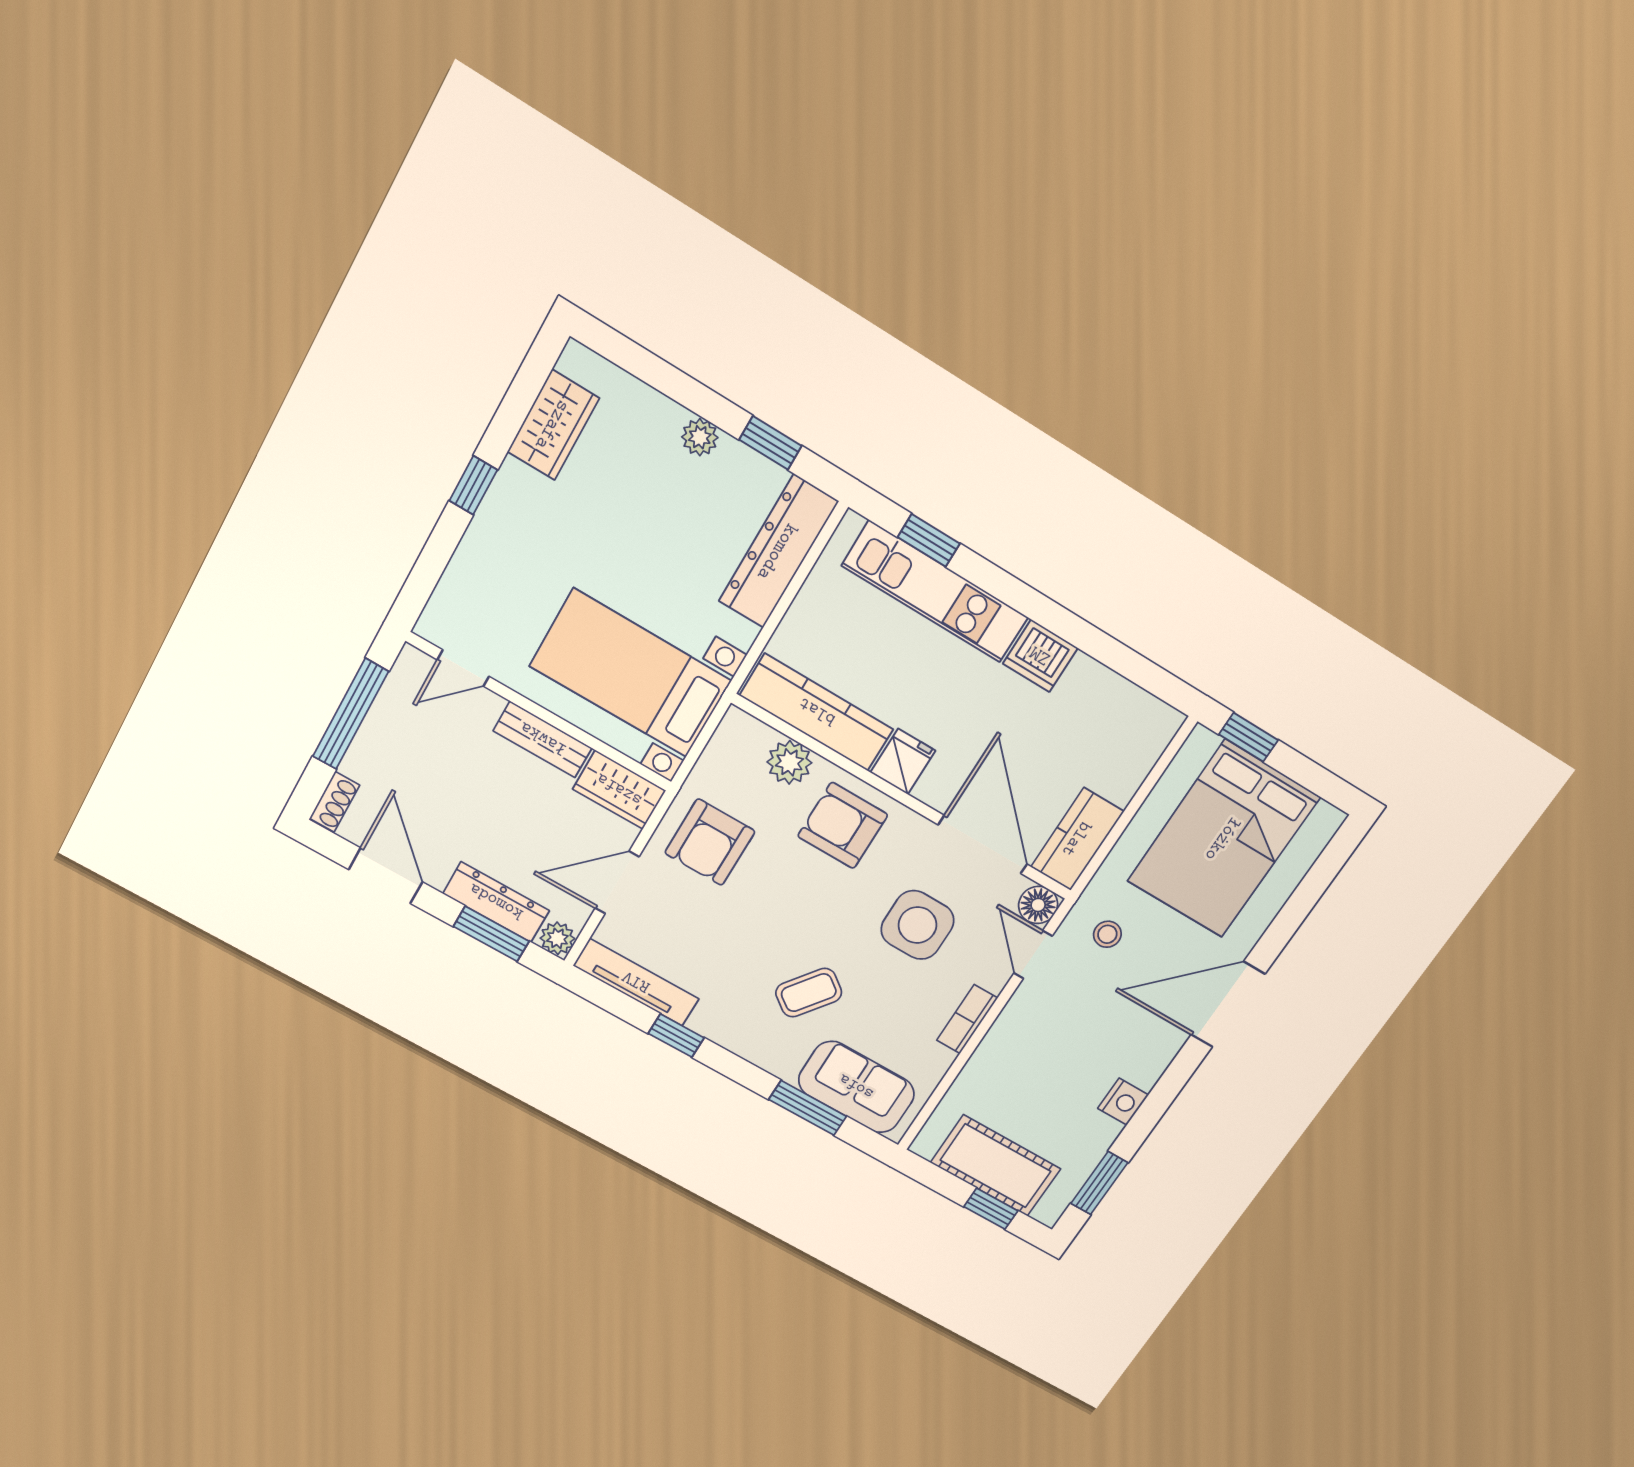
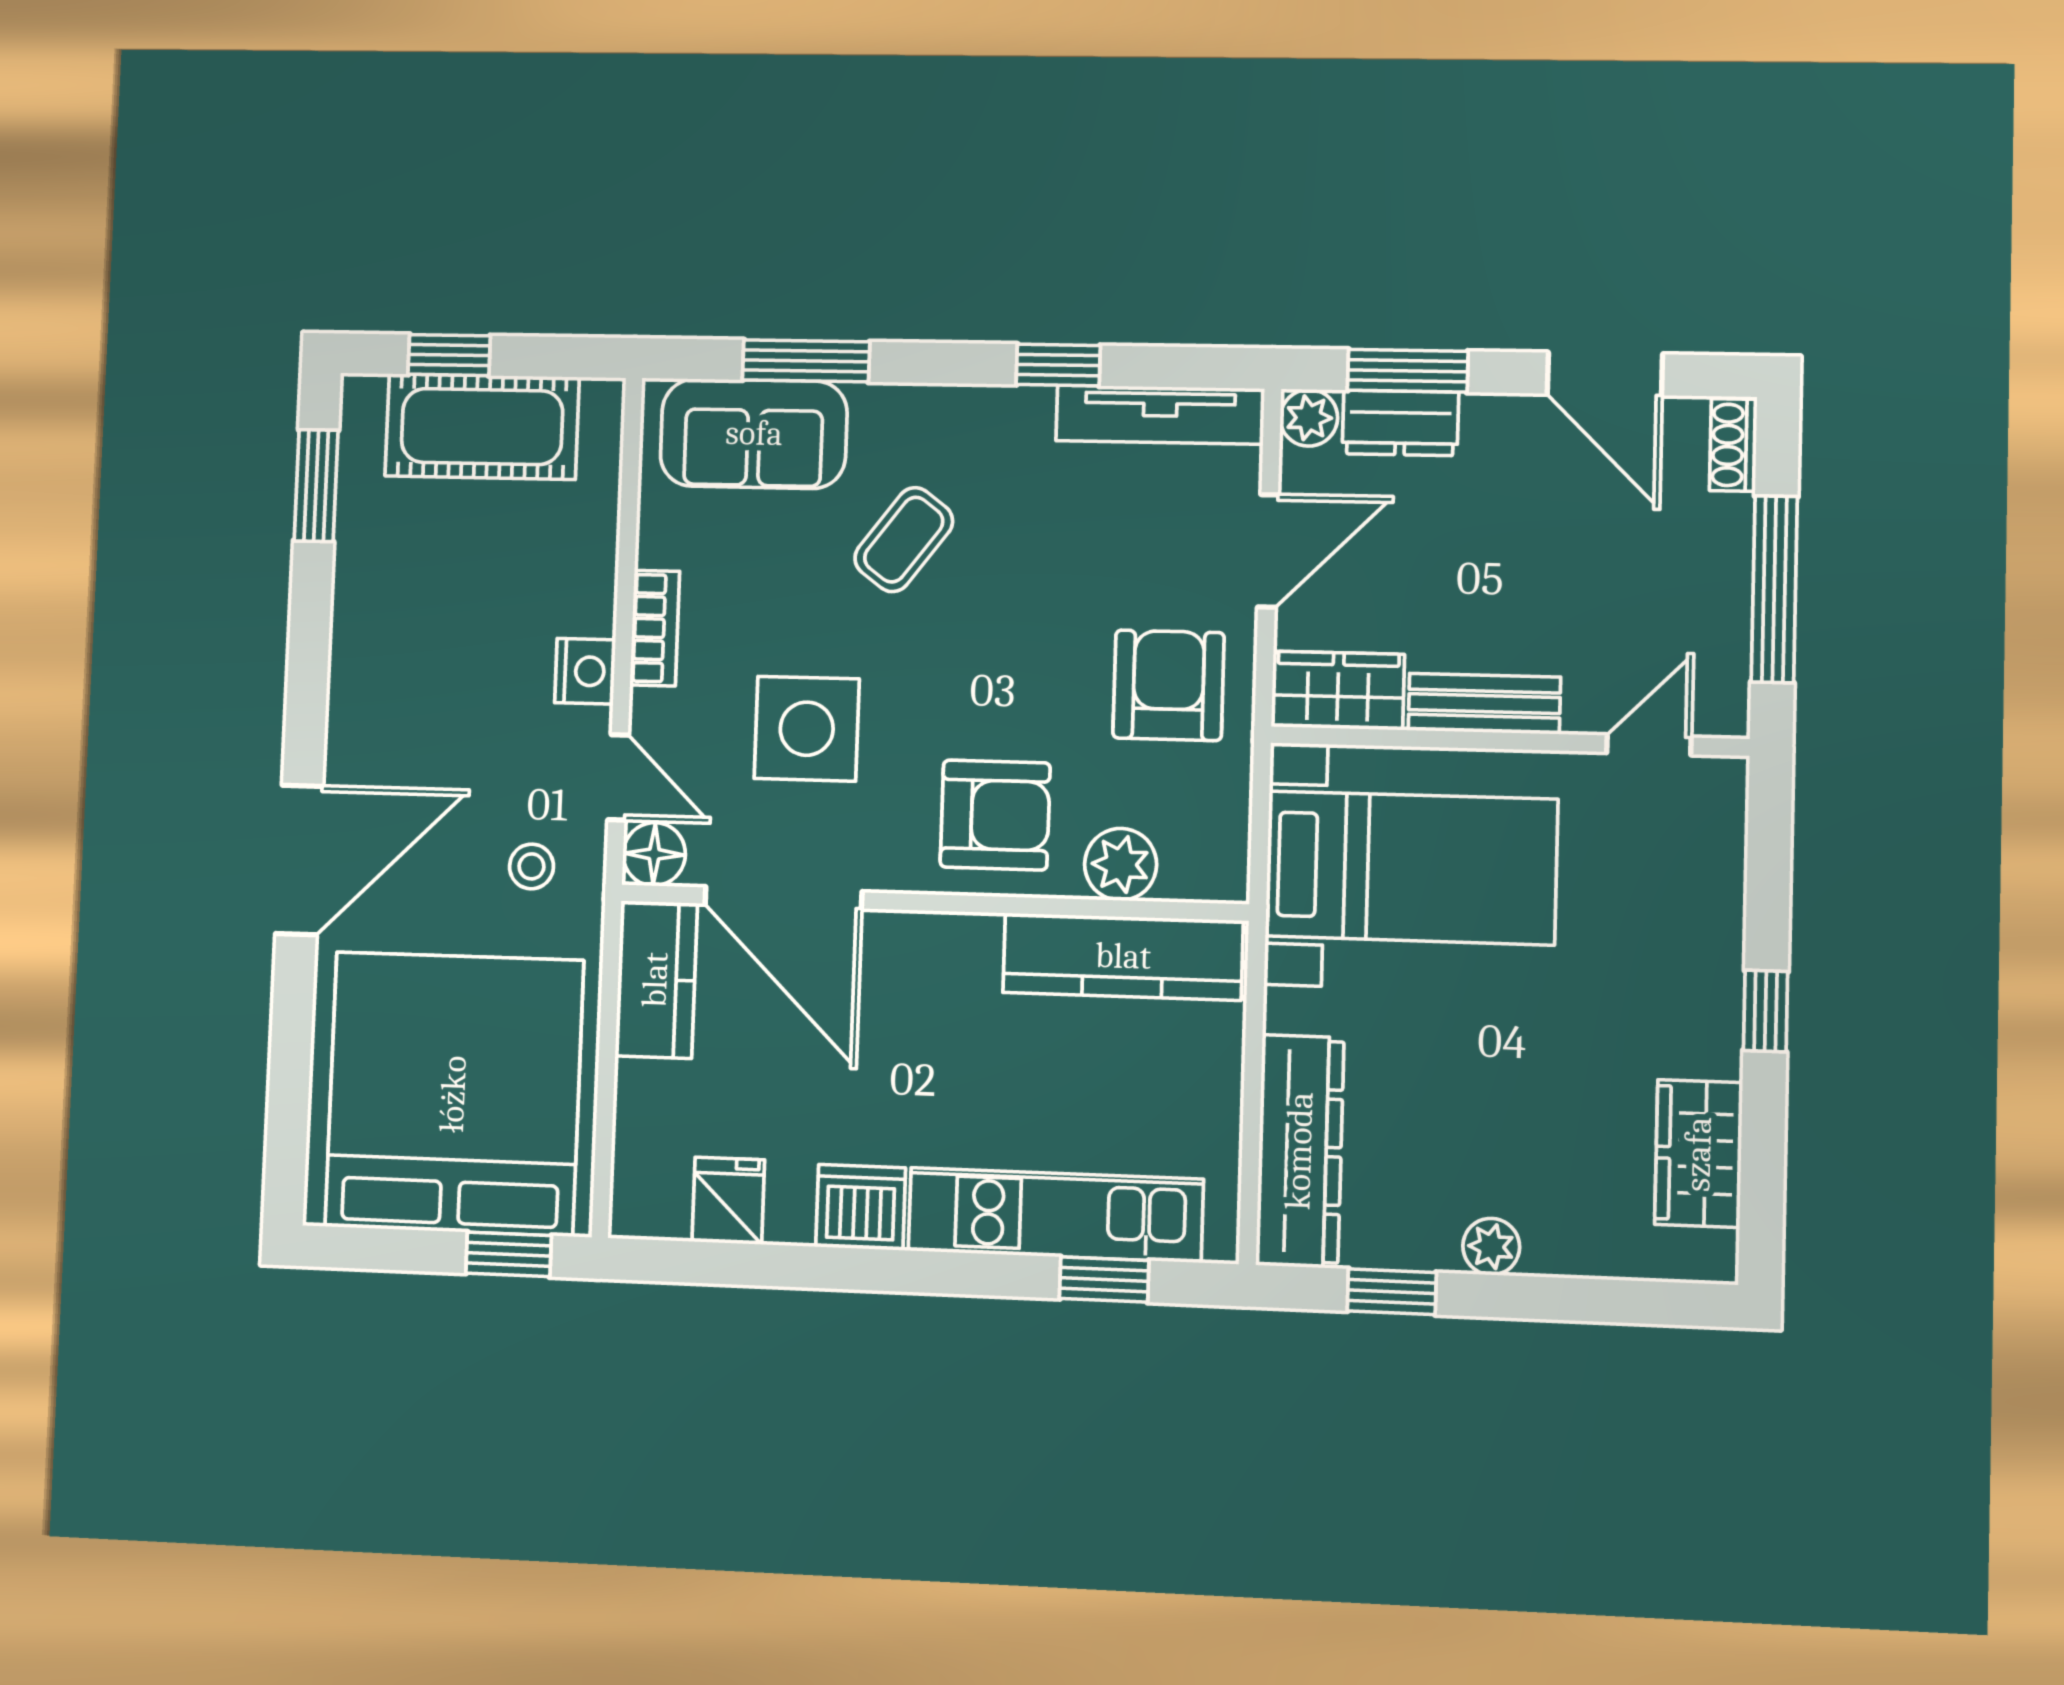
fridge: (903, 762) -> (728, 1201), moved, turned 180
bed: (1223, 839) -> (454, 1094), width x1.36
dresser: (496, 902) -> (1400, 423), width x0.70
nightstand: (1123, 1102) -> (585, 671), moved, turned 180

